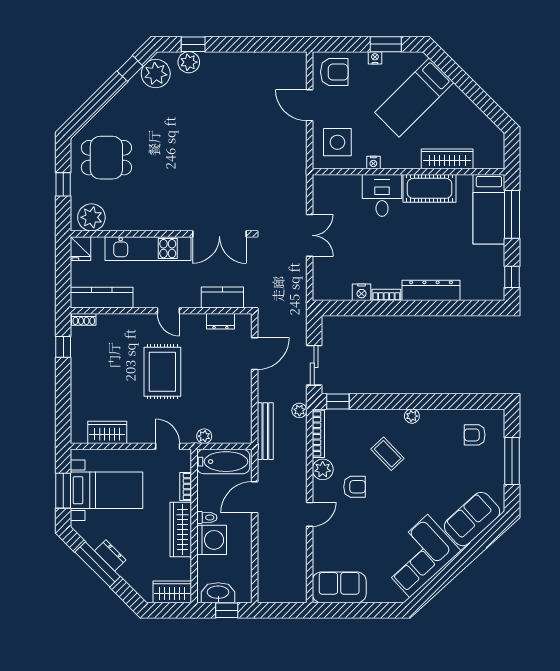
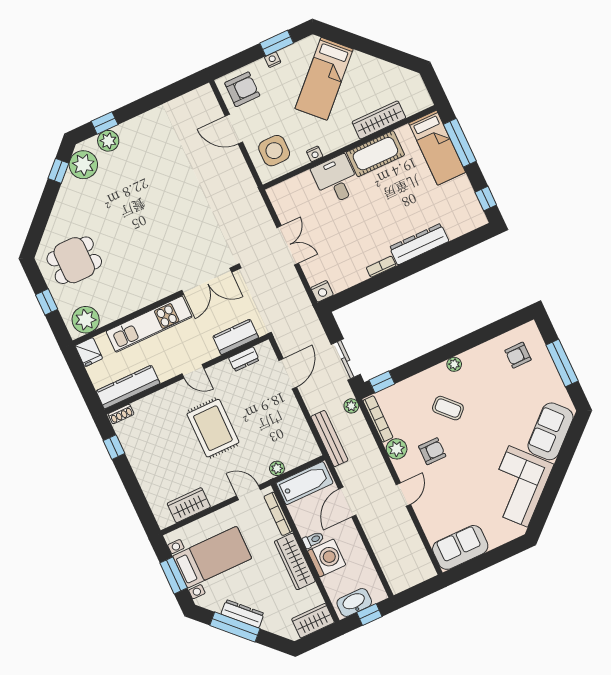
nightstand: (362, 292) -> (322, 291), moved
bookcase: (186, 487) -> (278, 514), width x1.56
dresser: (110, 555) -> (243, 614), width x1.44

